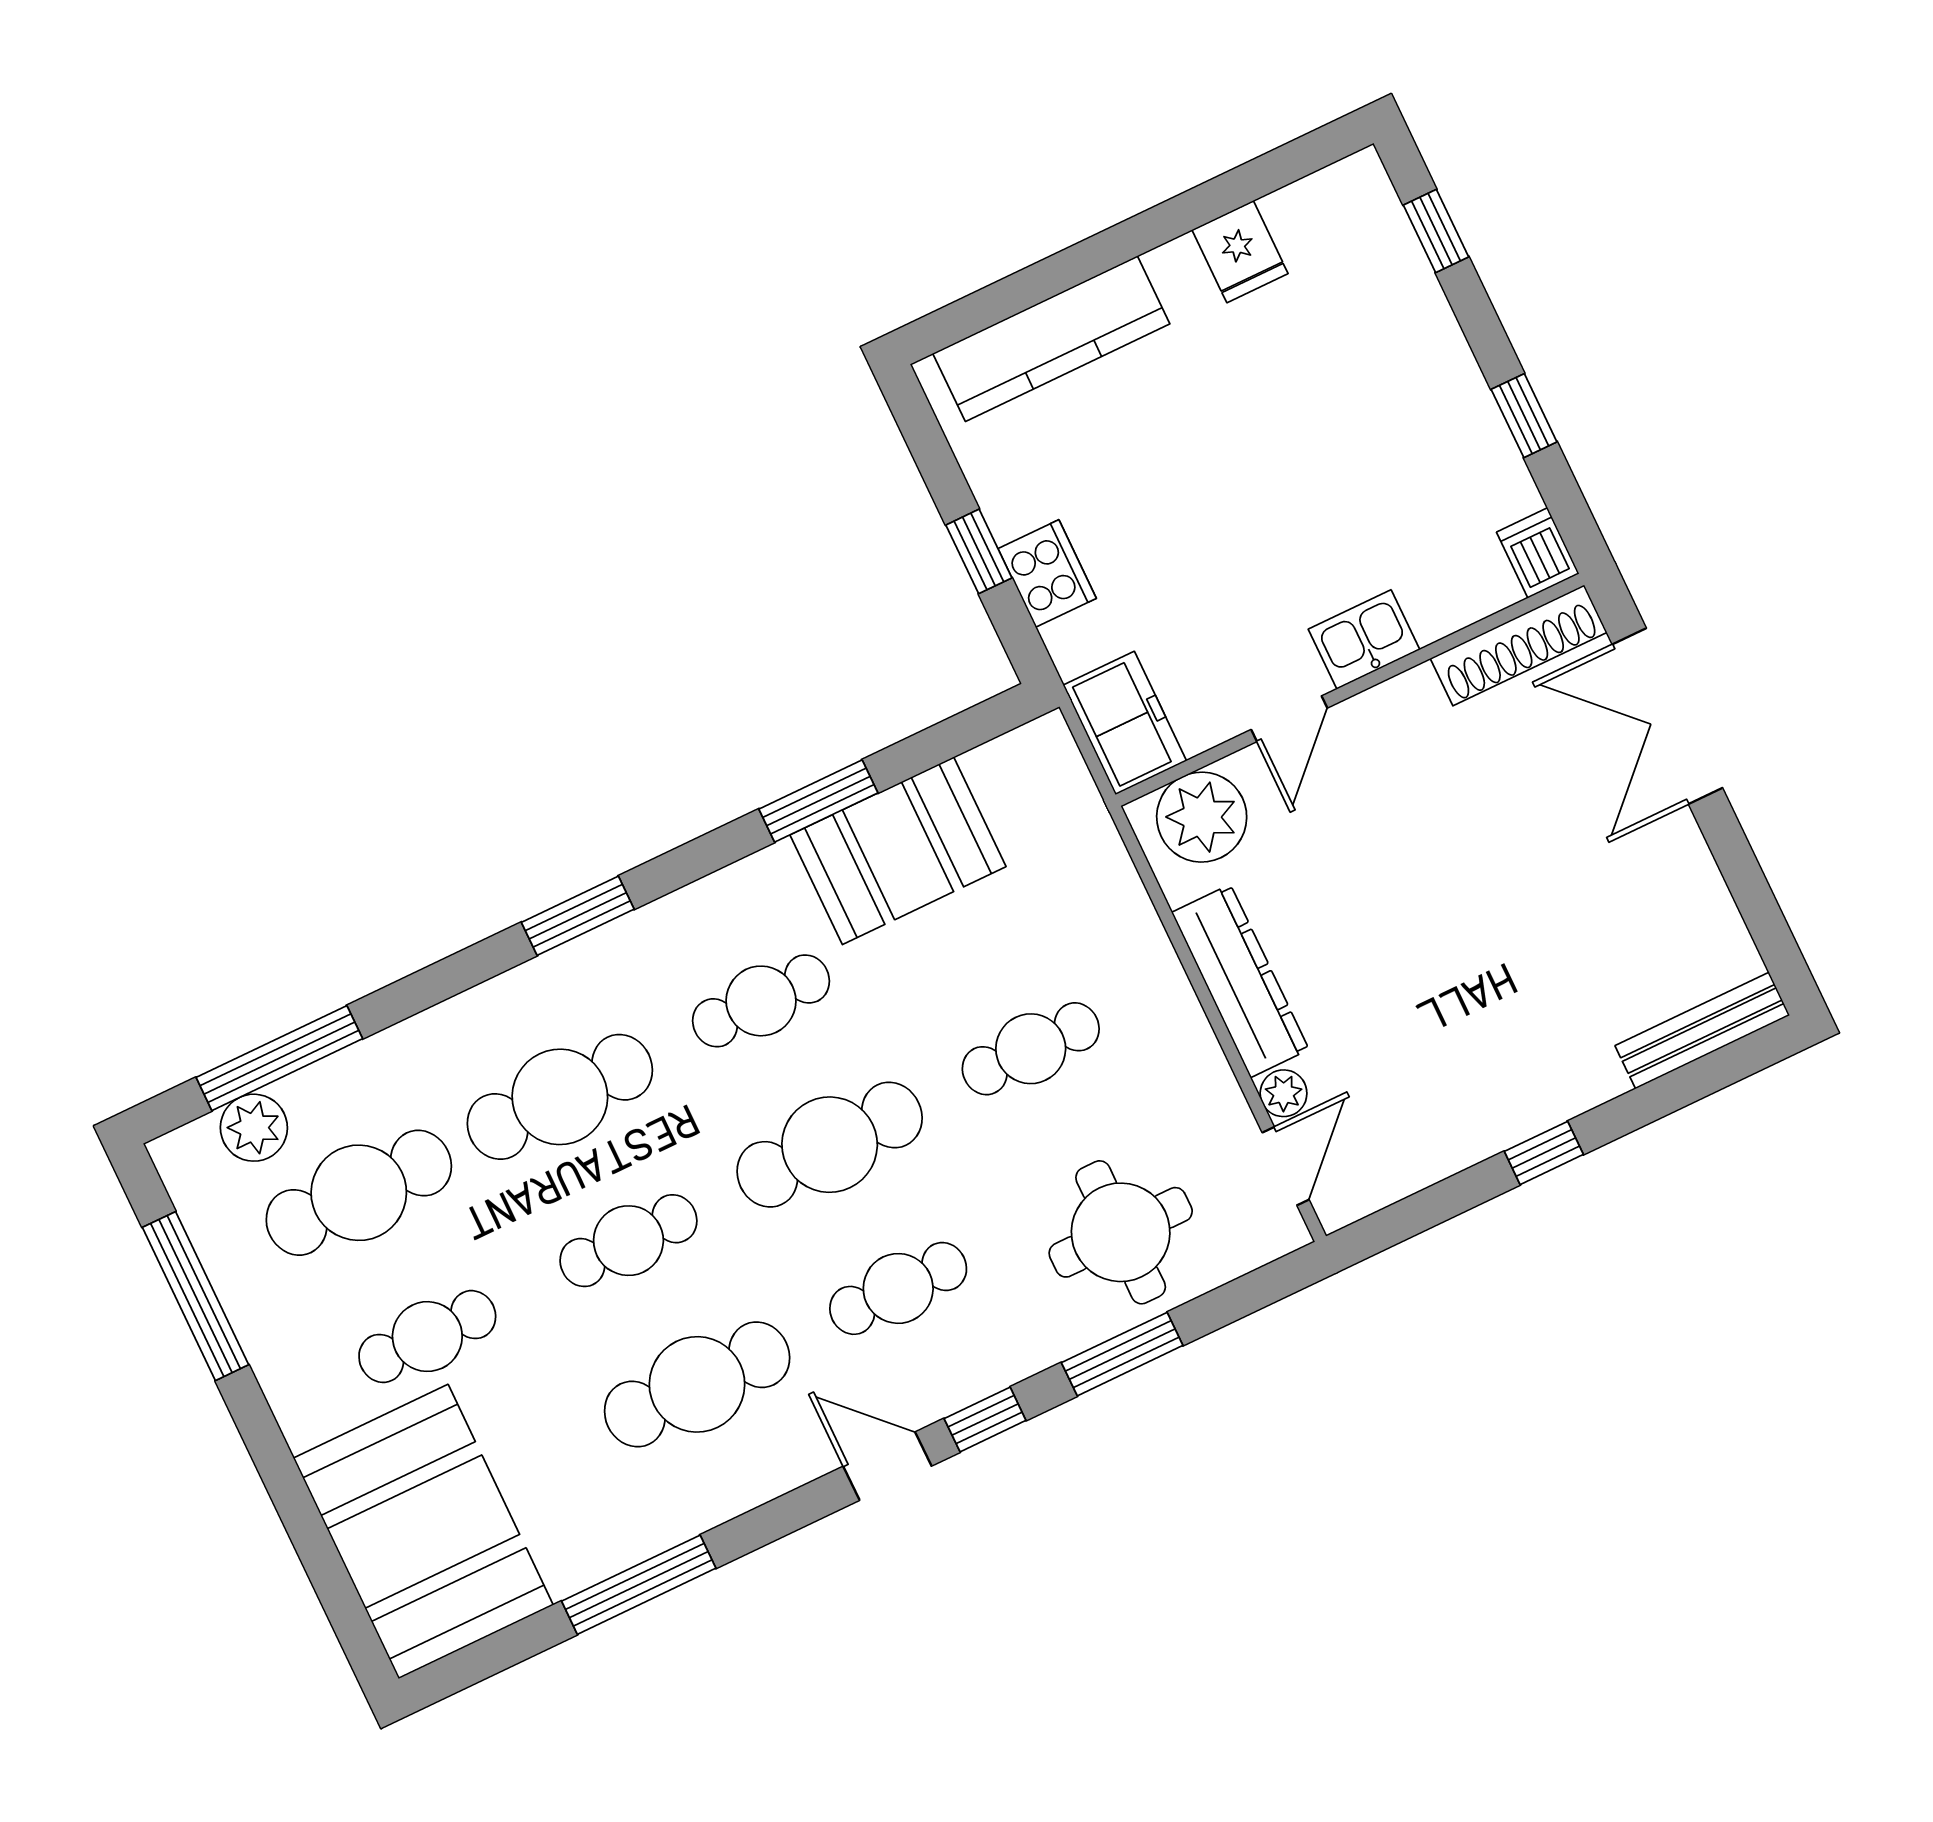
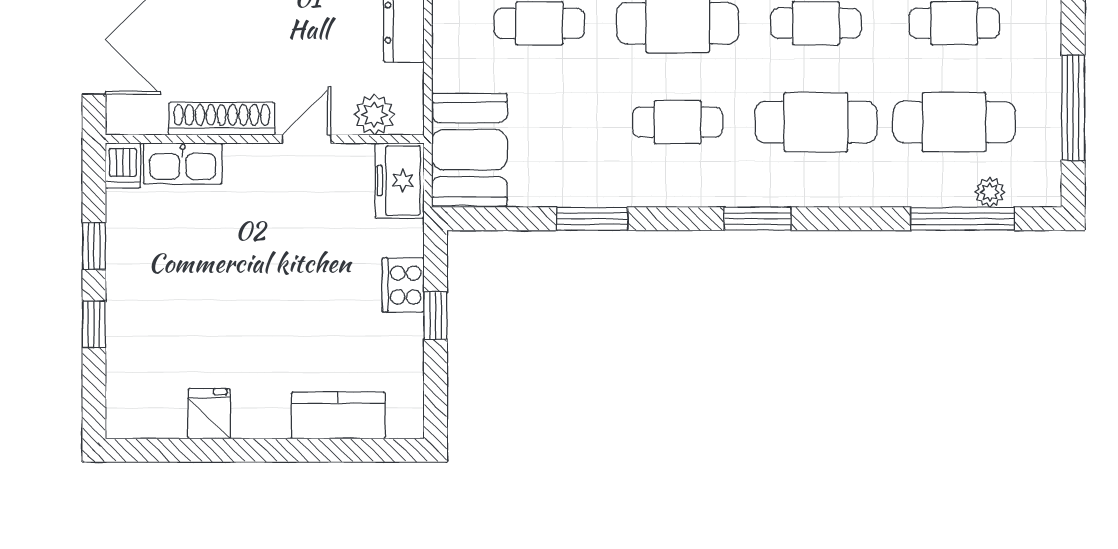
window: (1436, 231) -> (94, 324), moved
kitchen counter: (1051, 339) -> (338, 415), width x0.67
kitchen sink: (1364, 639) -> (183, 163), moved, width x1.38
shoe rack: (1519, 645) -> (222, 119), moved
plant: (1202, 817) -> (374, 115), width x0.73, depth x0.73
booth: (898, 851) -> (469, 150), moved, turned 90
plant: (254, 1128) -> (990, 192), width x0.73, depth x0.73

